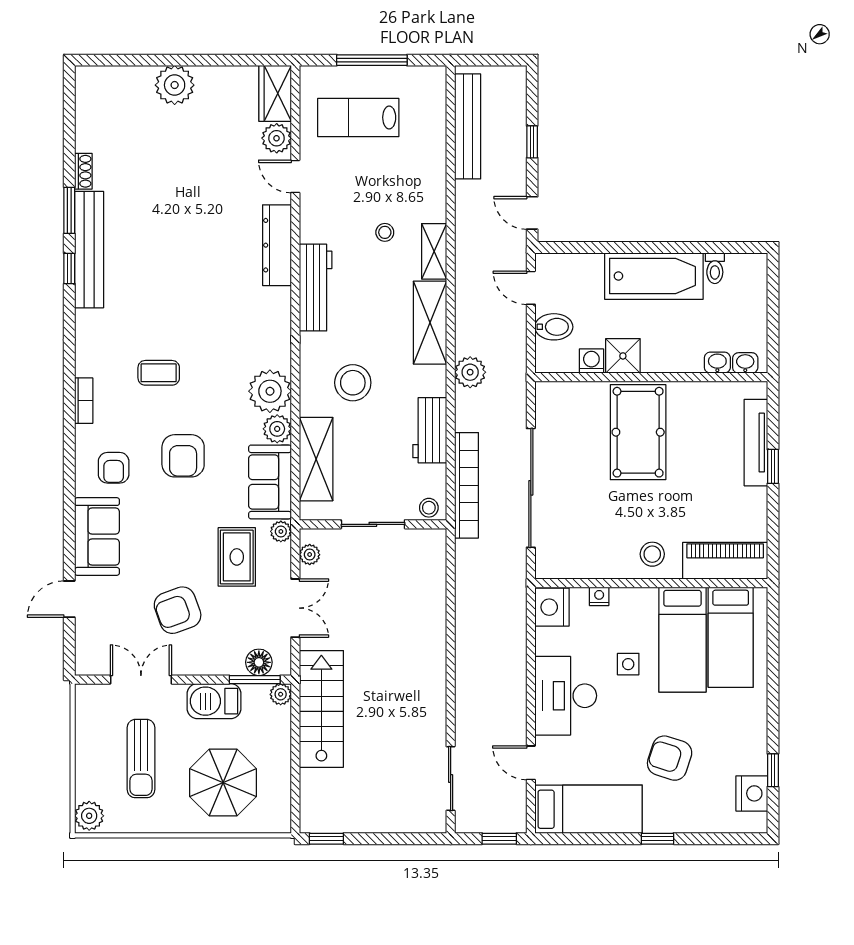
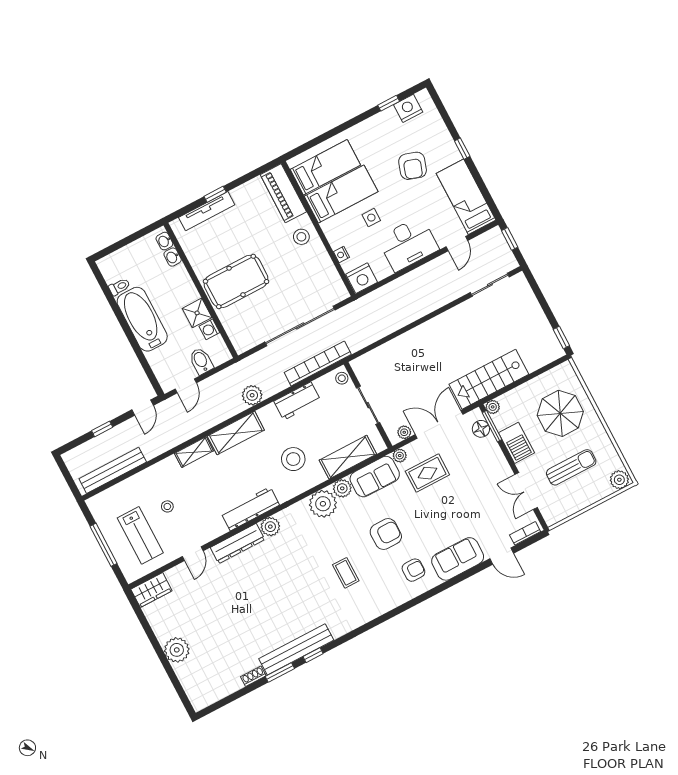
plant: (277, 138) -> (270, 527), moved
stool: (385, 232) -> (167, 506), moved
bookcase: (84, 401) -> (525, 533), moved
double door: (295, 608) -> (439, 424), width x1.37
armchair: (178, 610) -> (476, 491), removed

